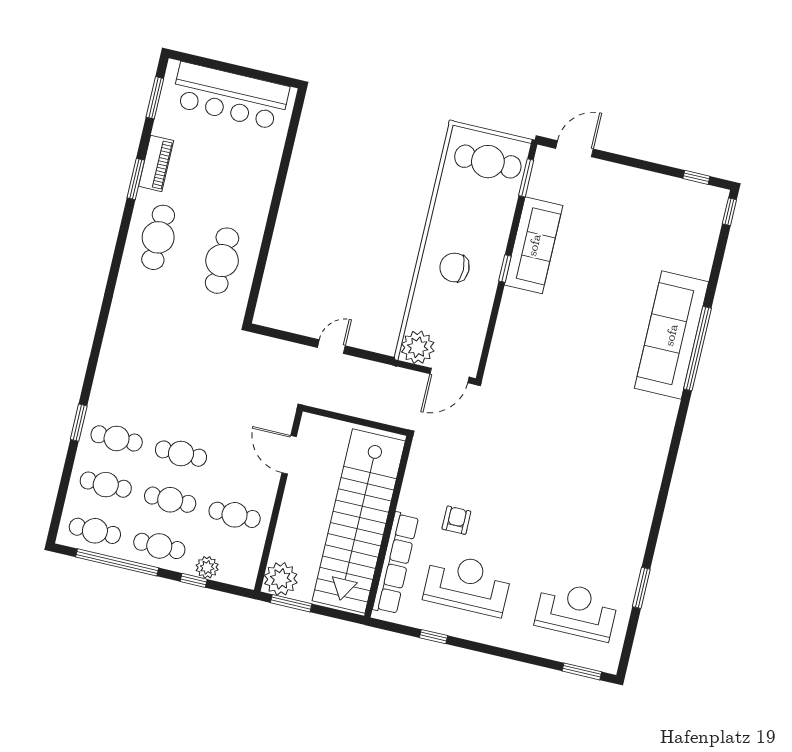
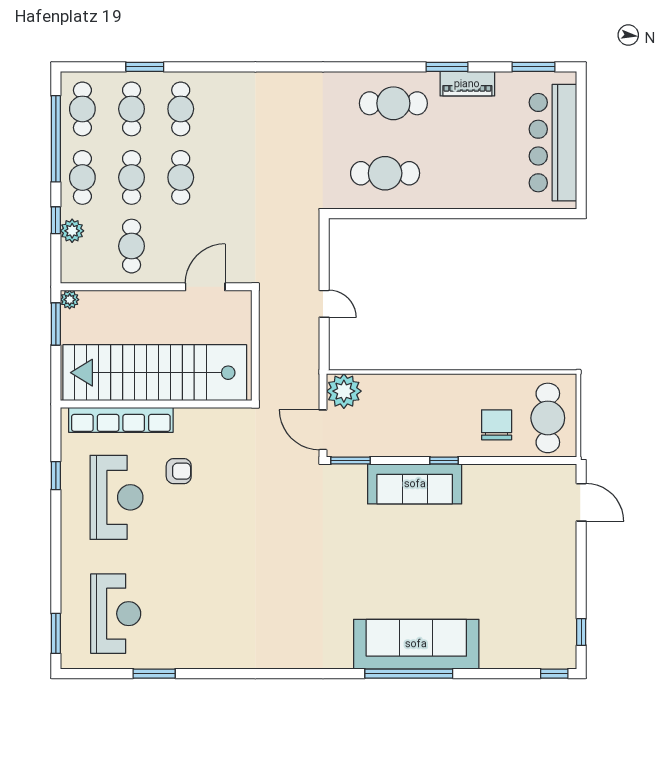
window: (526, 178) -> (351, 460), moved
sofa: (534, 245) -> (415, 484), moved
chair: (455, 267) -> (497, 425), moved
window: (79, 423) -> (145, 67), moved
plant: (281, 579) -> (70, 300), width x0.53, depth x0.53

